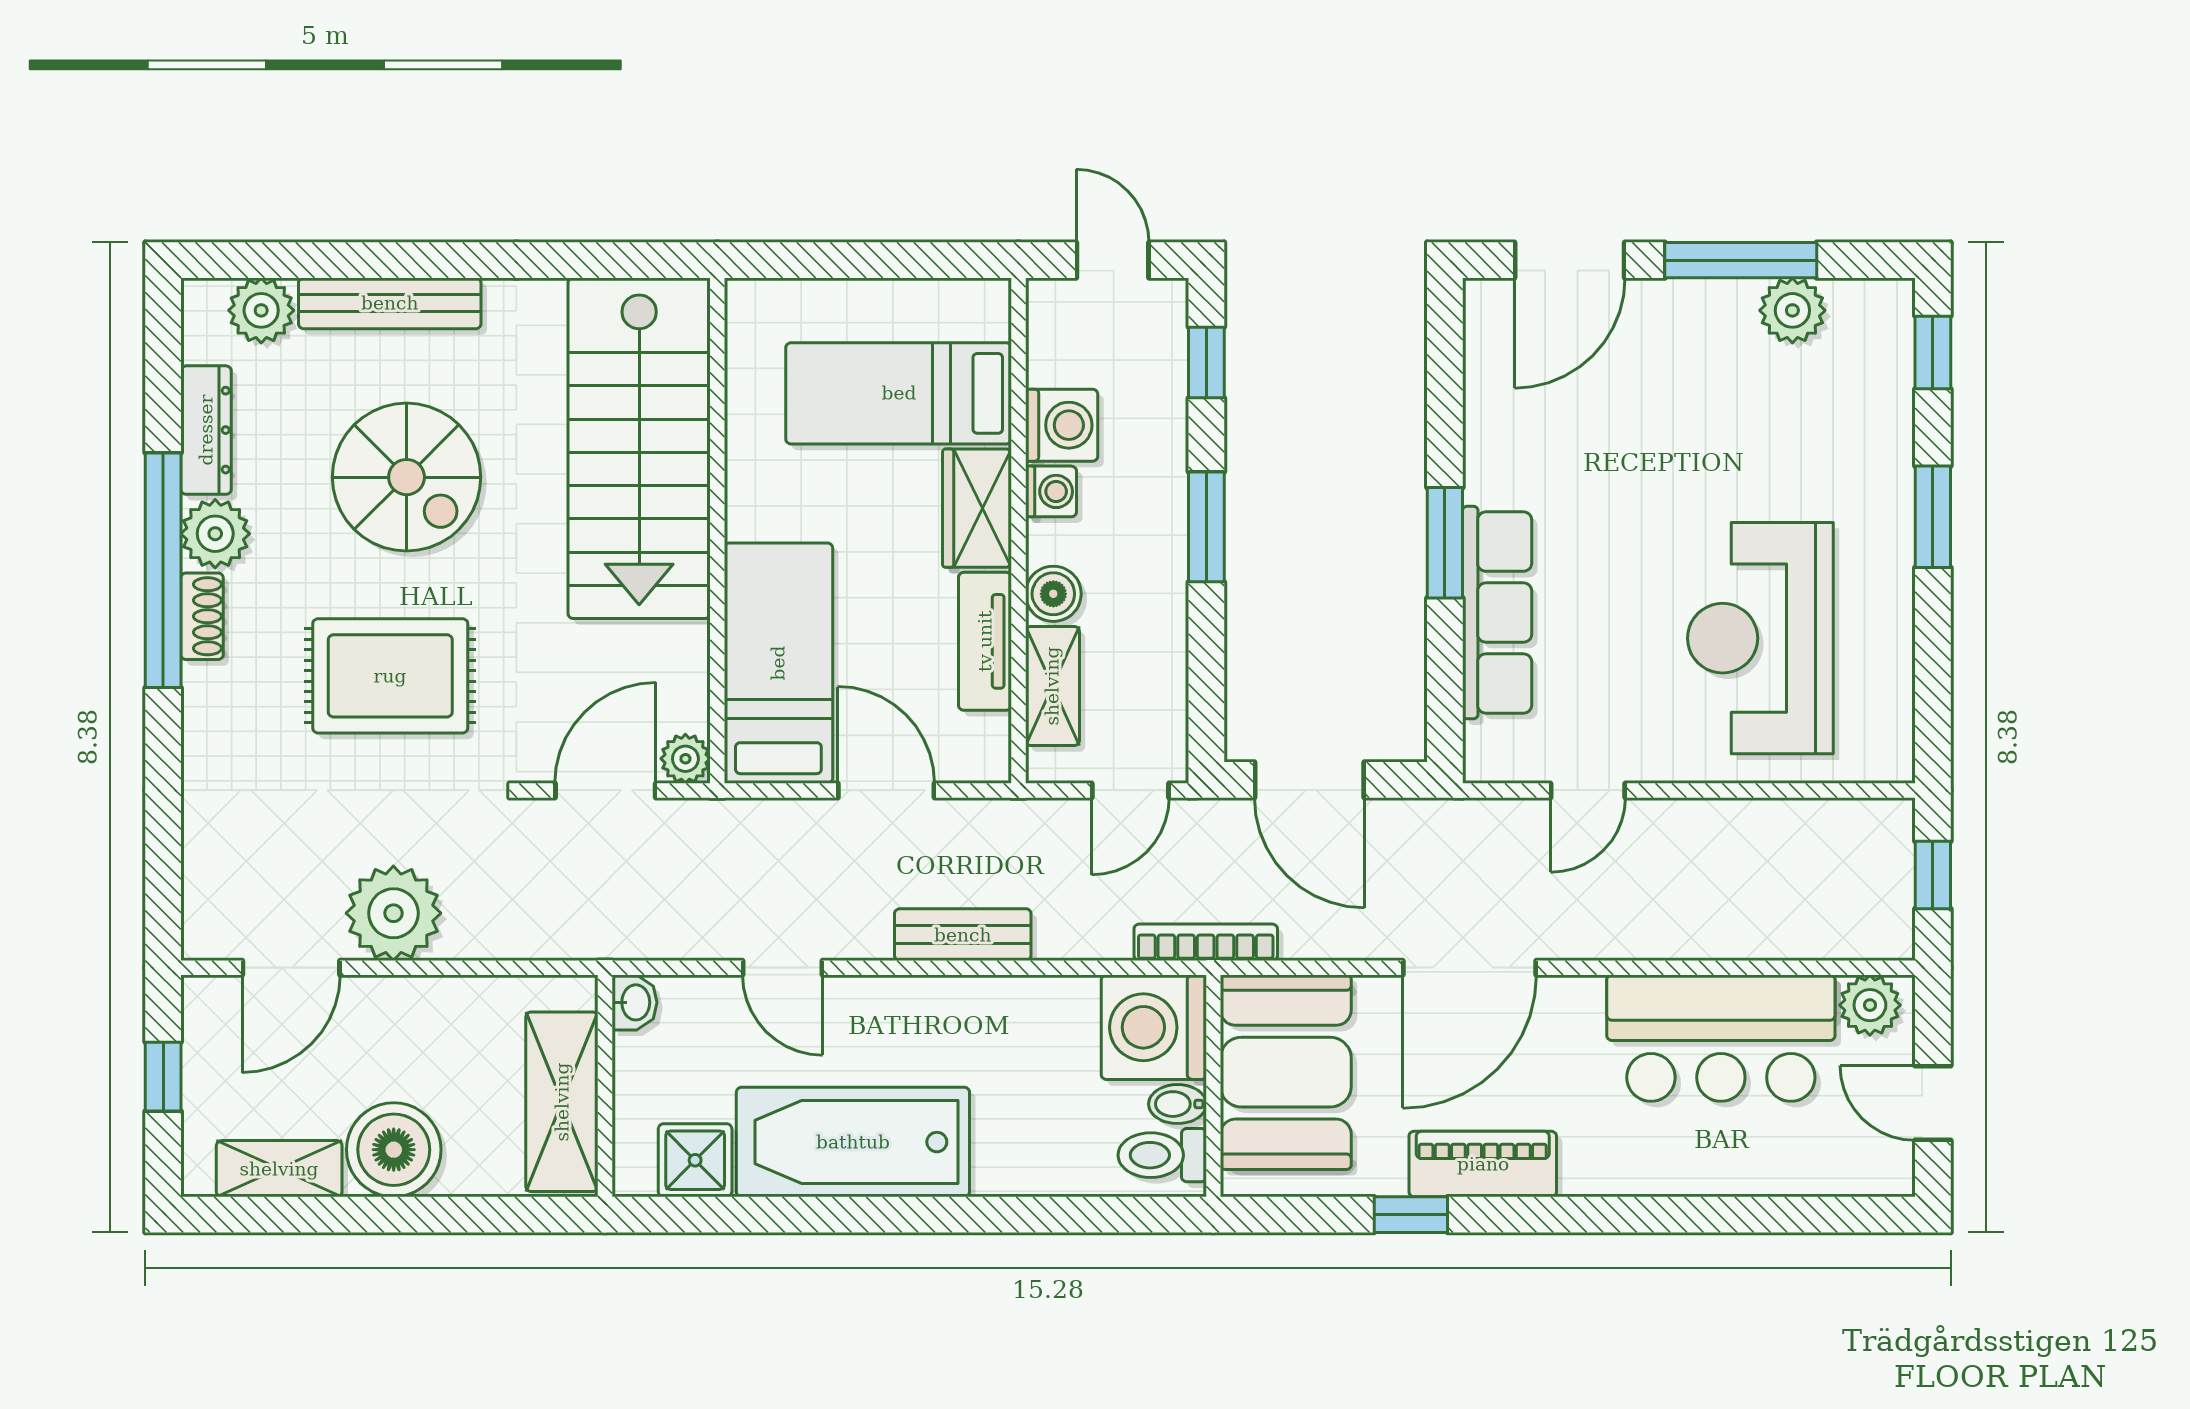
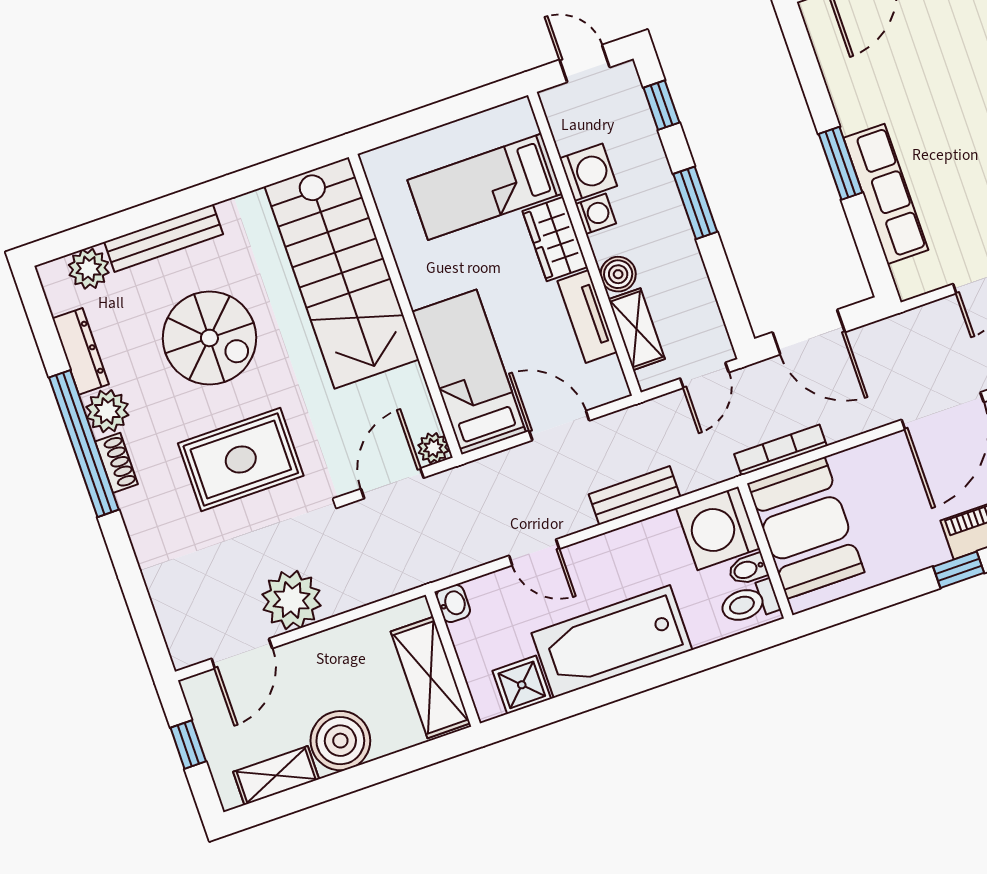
washing machine: (1154, 1027) -> (718, 528), moved
booth: (1286, 1072) -> (806, 528), moved
wall: (1213, 1086) -> (765, 551), moved
bidet: (1177, 1104) -> (748, 569), moved
toilet: (1162, 1155) -> (749, 603), moved

